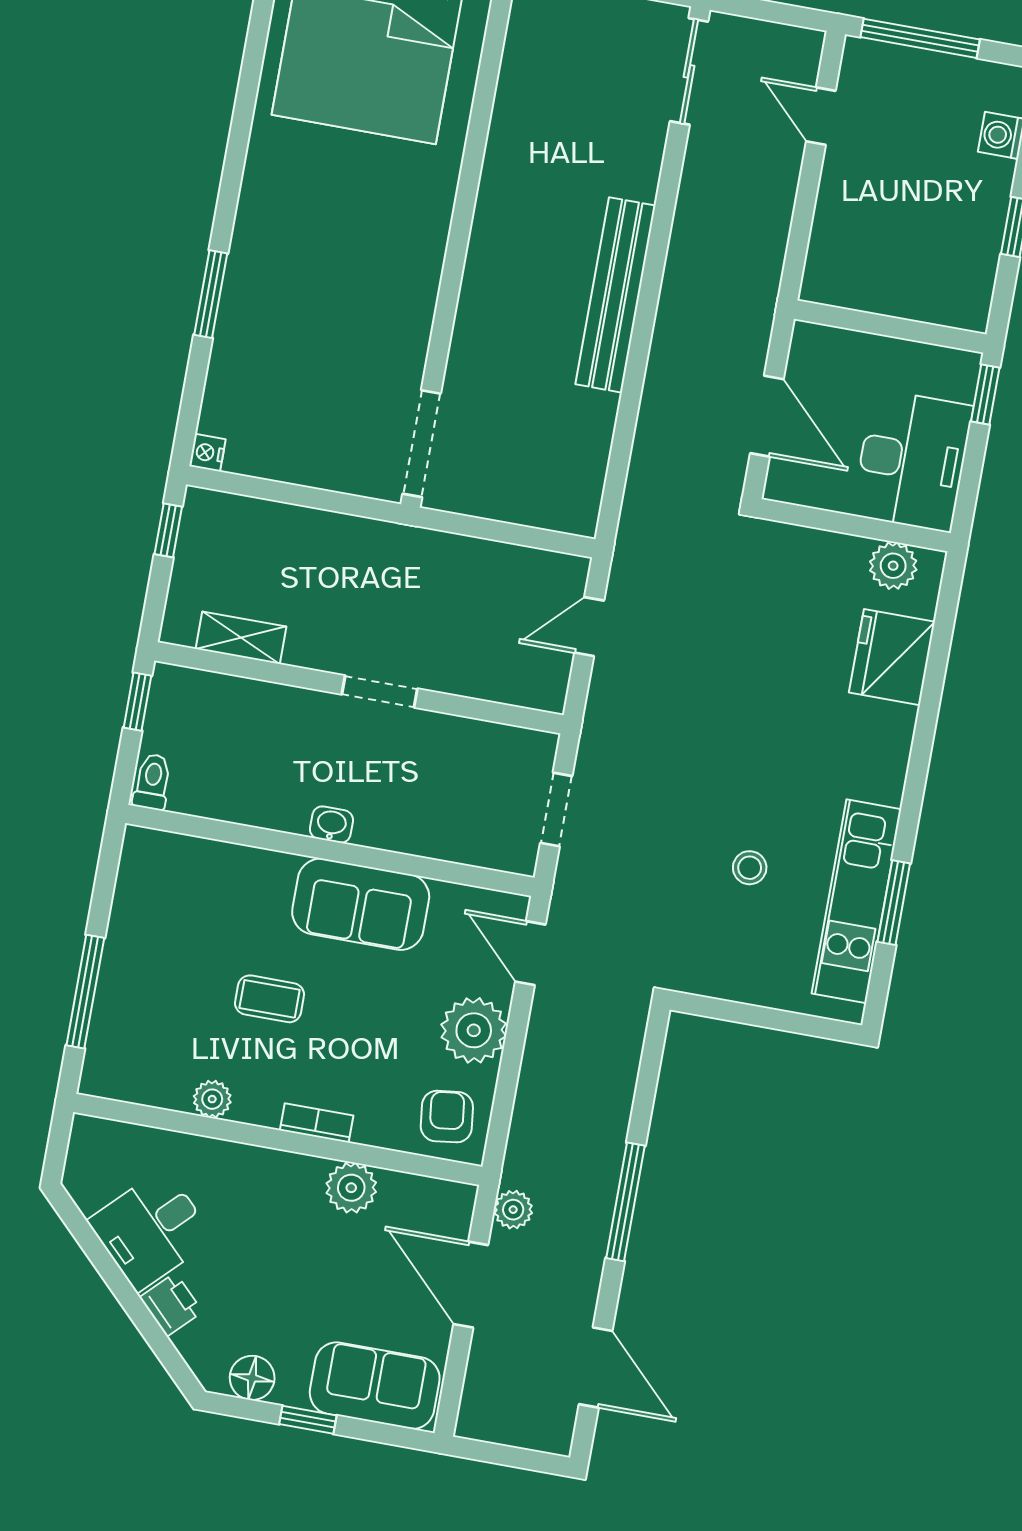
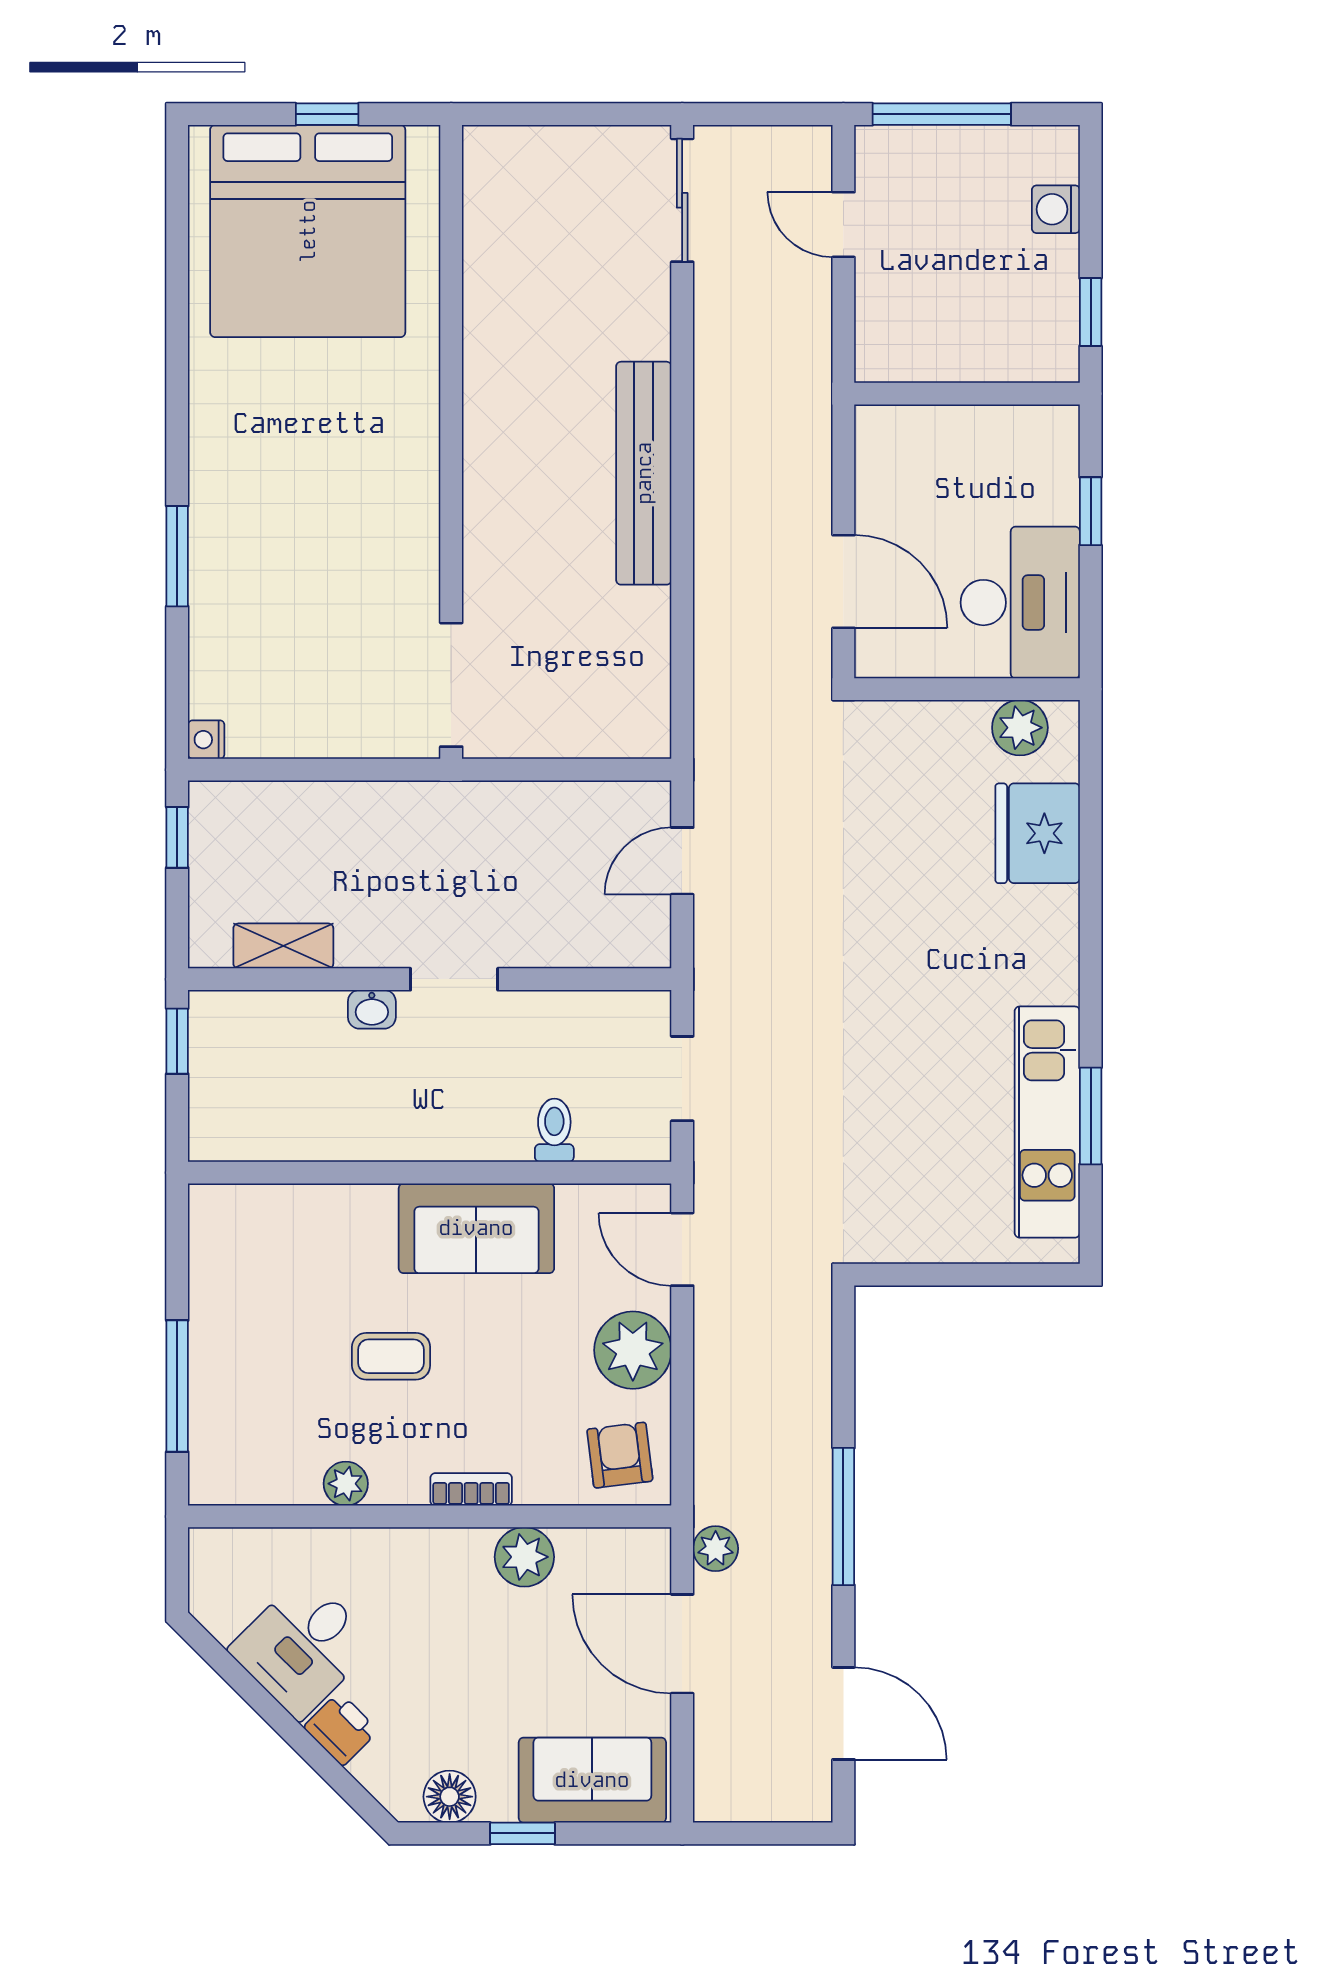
wall: (890, 327) -> (967, 394), moved
toilet: (152, 782) -> (554, 1130), moved
washbasin: (331, 825) -> (372, 1009), moved, turned 180
stool: (750, 868) -> (917, 1106), removed

